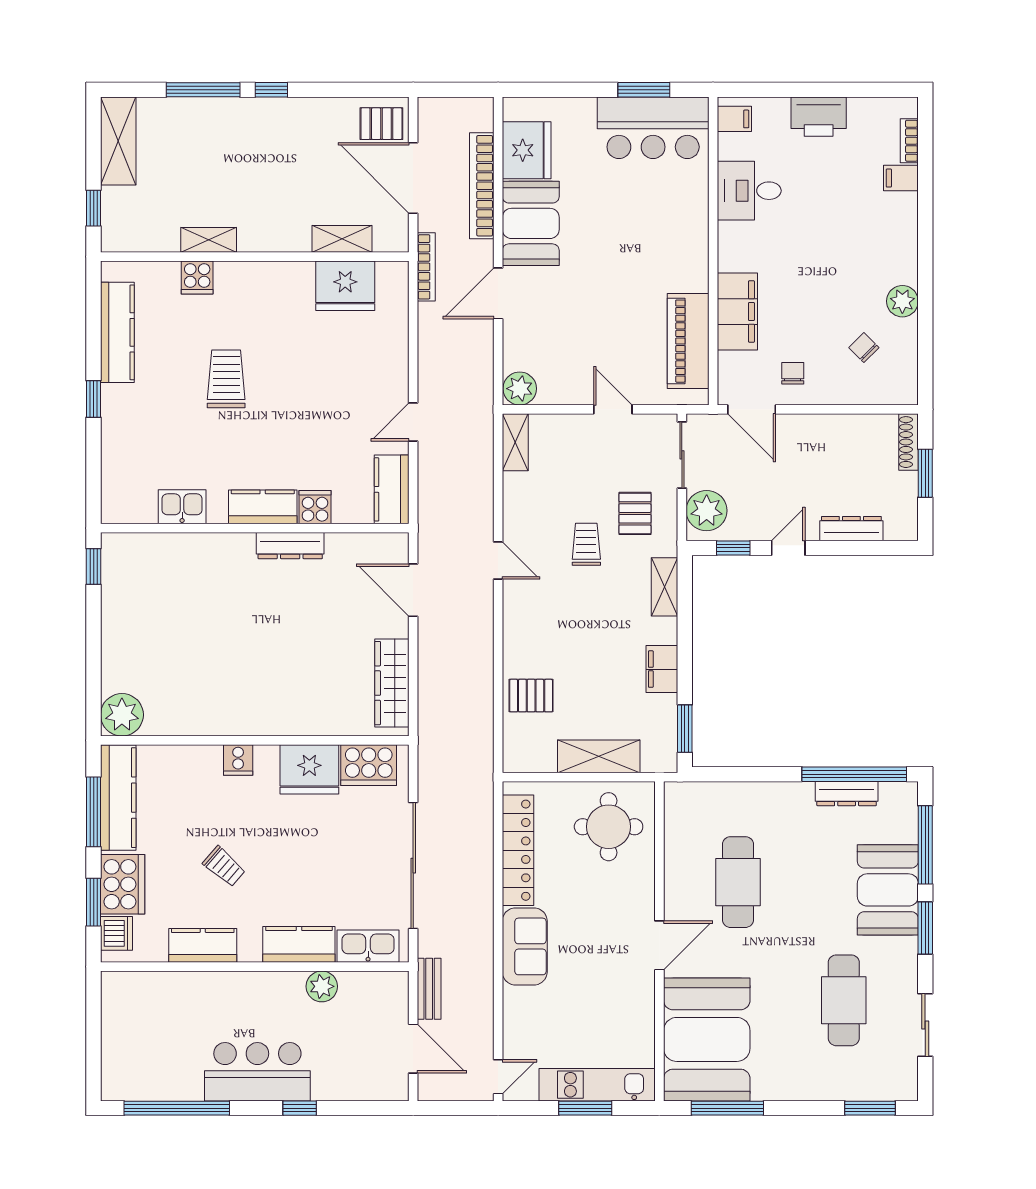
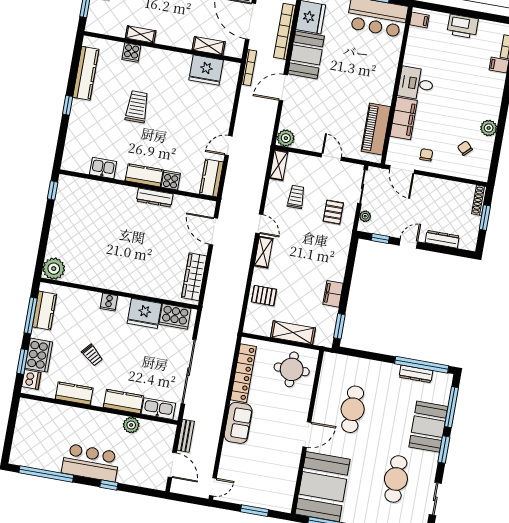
desk: (749, 191) -> (416, 83), moved
plant: (707, 511) -> (365, 216), width x0.53, depth x0.53
trolley: (586, 544) -> (296, 197), moved
shelving: (665, 587) -> (263, 252), moved
kitchen counter: (118, 798) -> (44, 310), width x0.67
kitchen unit: (597, 1085) -> (263, 500), removed

